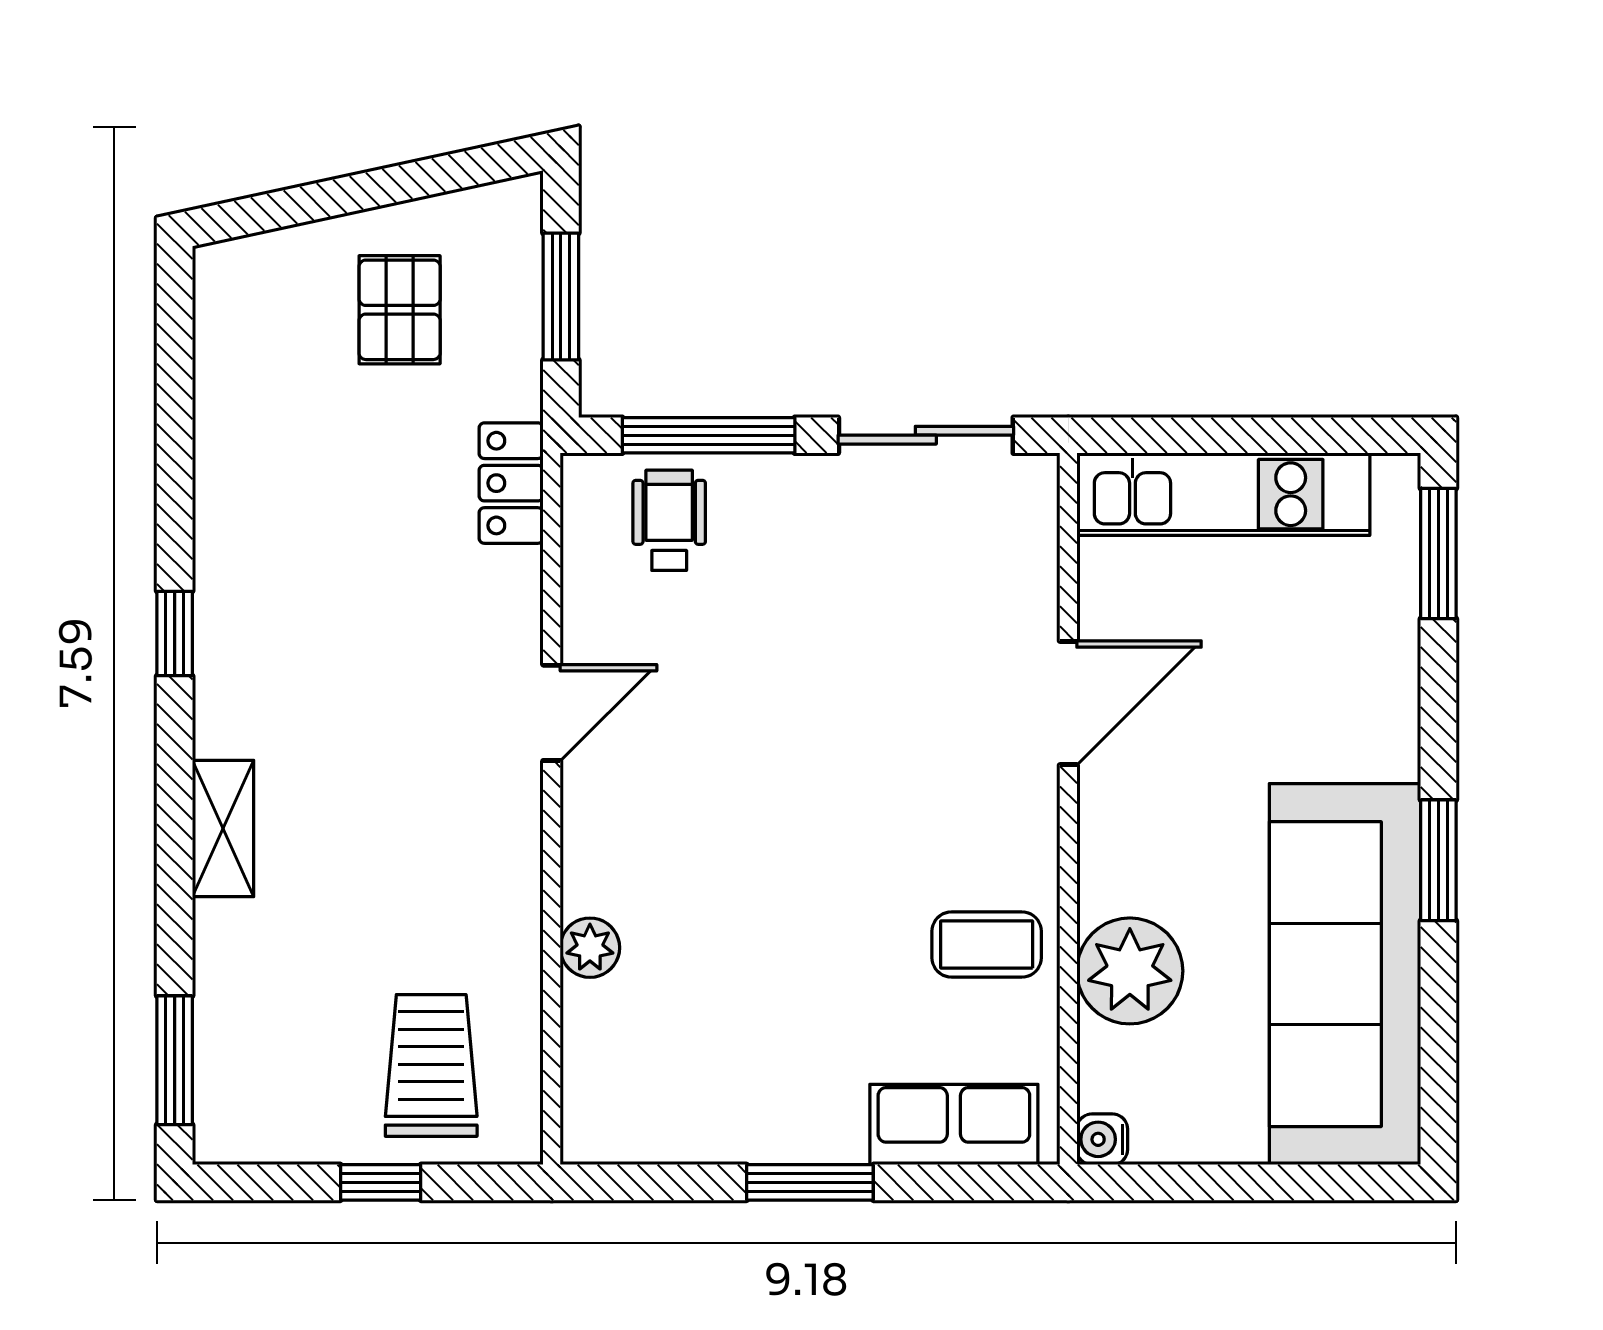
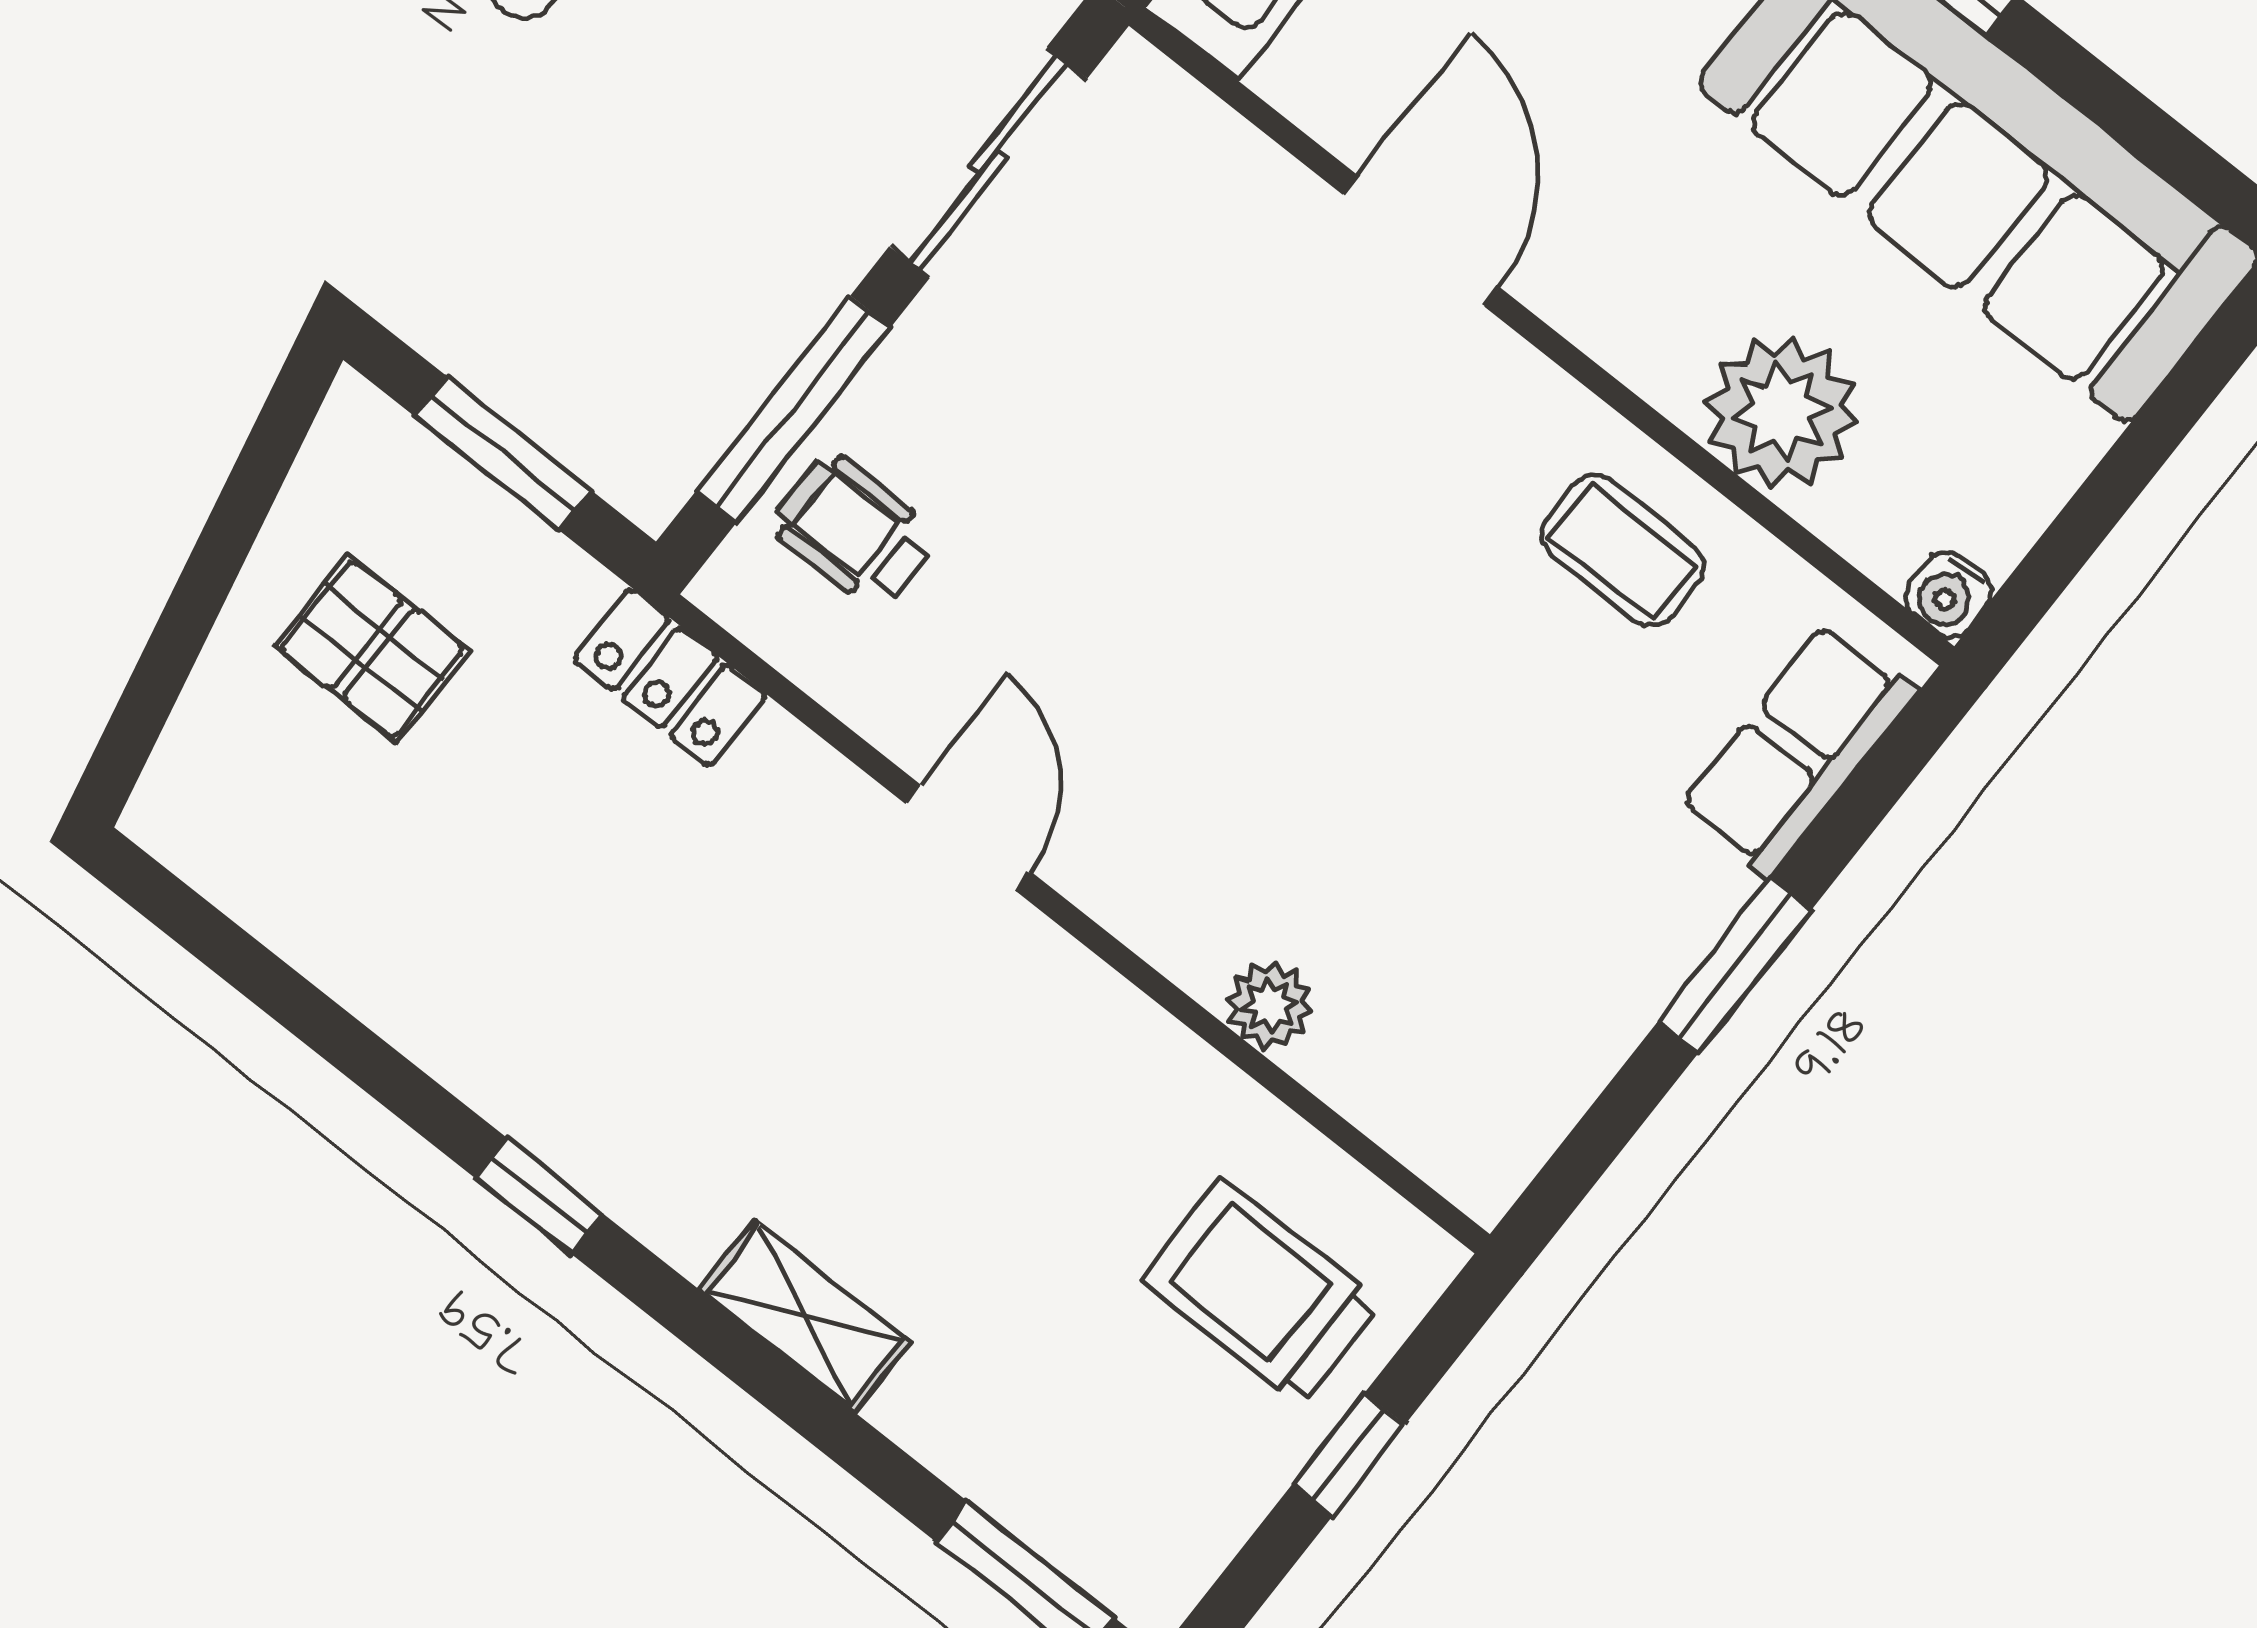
coffee table: (987, 945) -> (1623, 551), turned 90

